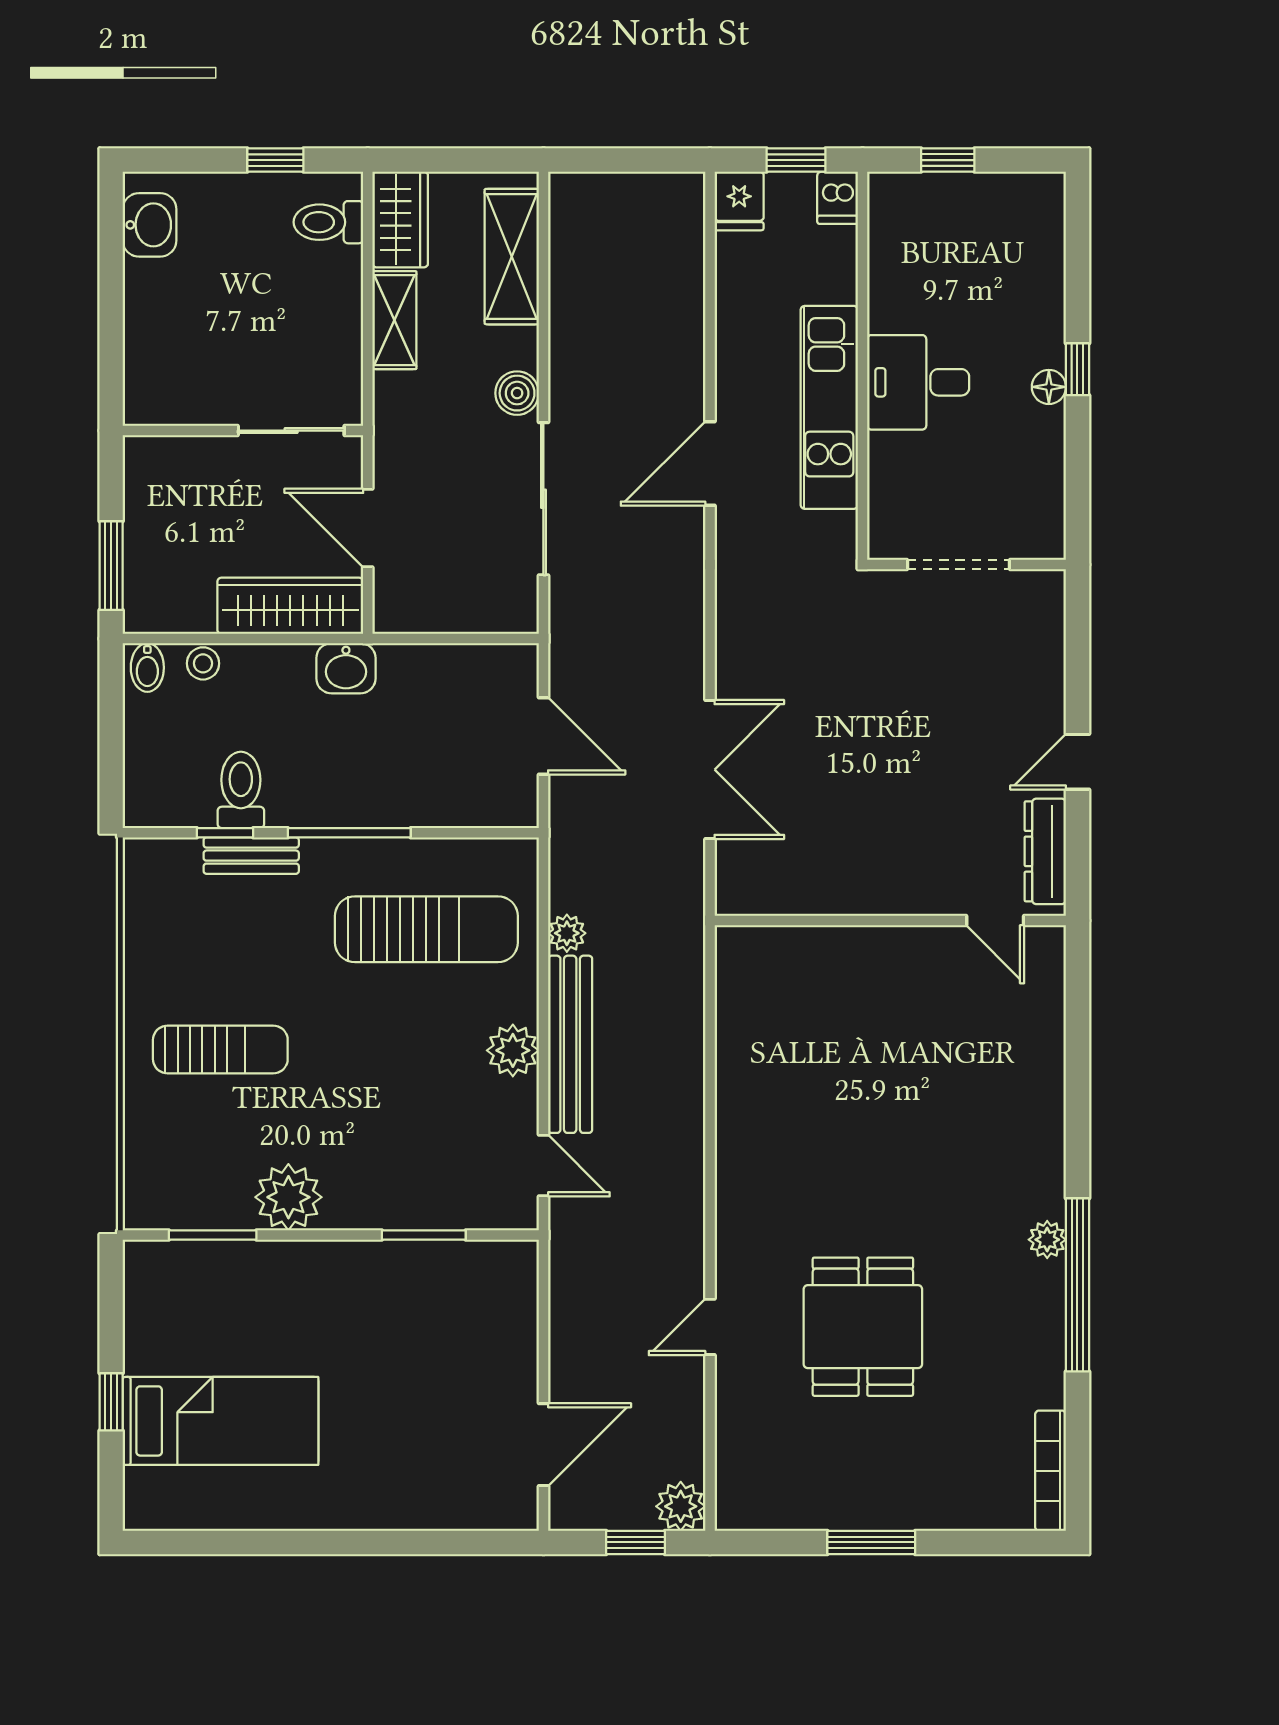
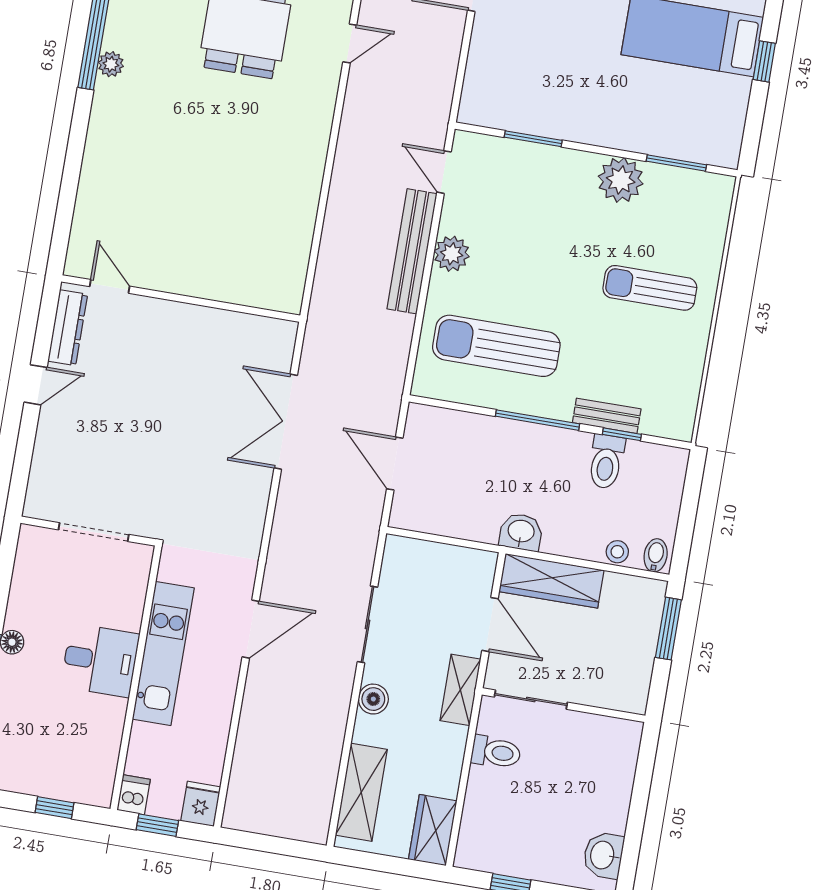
toilet: (328, 222) -> (496, 752), moved
shelving: (394, 320) -> (460, 690), moved
sliding door: (543, 499) -> (368, 624), width x0.73
plant: (567, 933) -> (402, 327), removed

